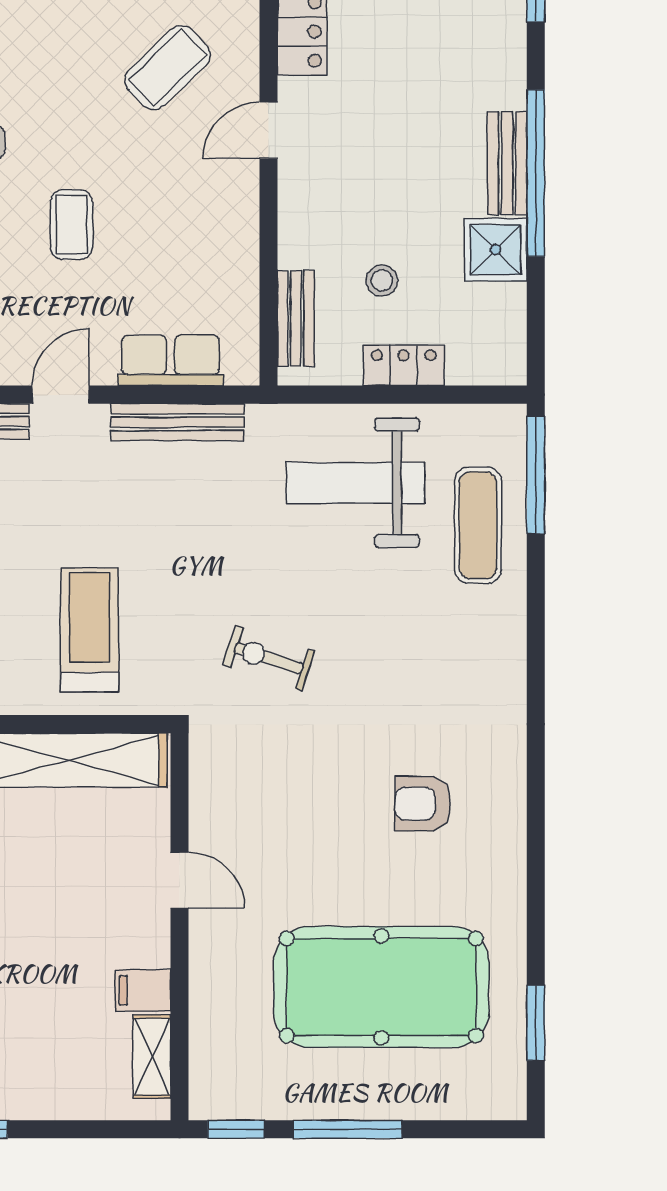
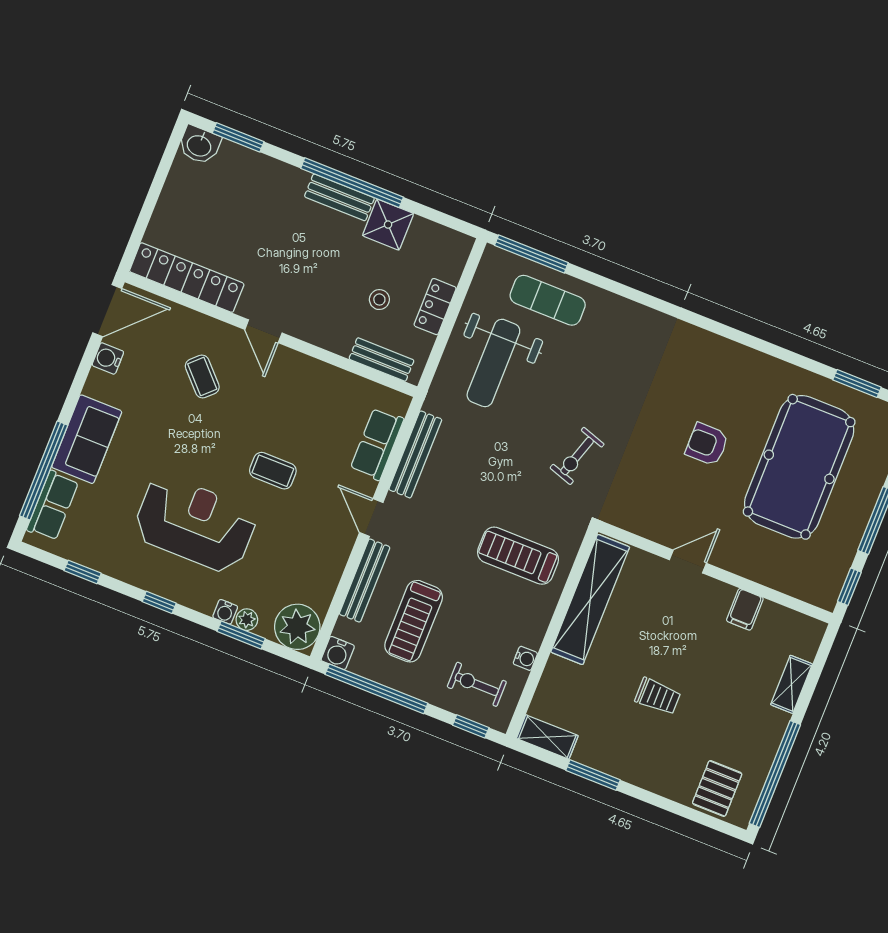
coffee table: (167, 68) -> (202, 376), width x0.73, depth x0.77
armchair: (423, 804) -> (707, 444), moved, turned 90
shelving: (152, 1057) -> (791, 684), moved, turned 90

